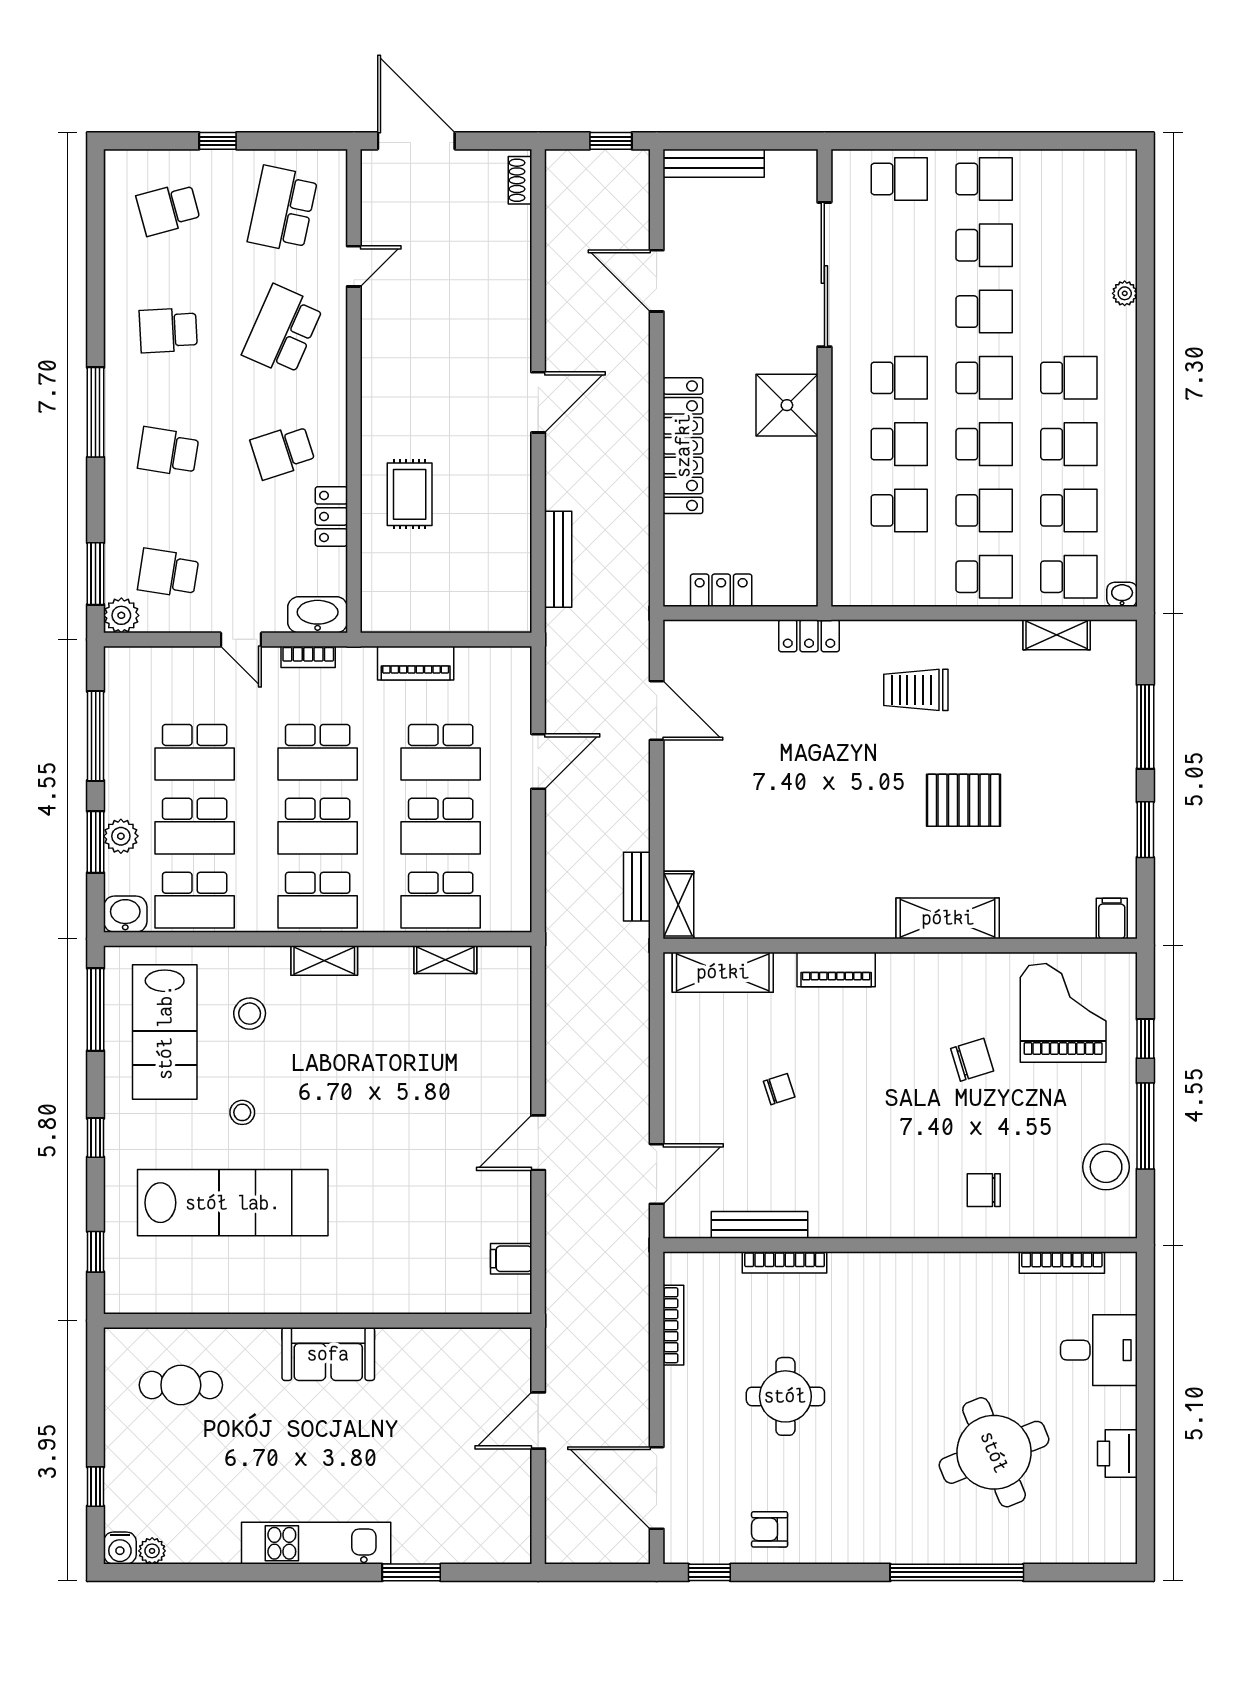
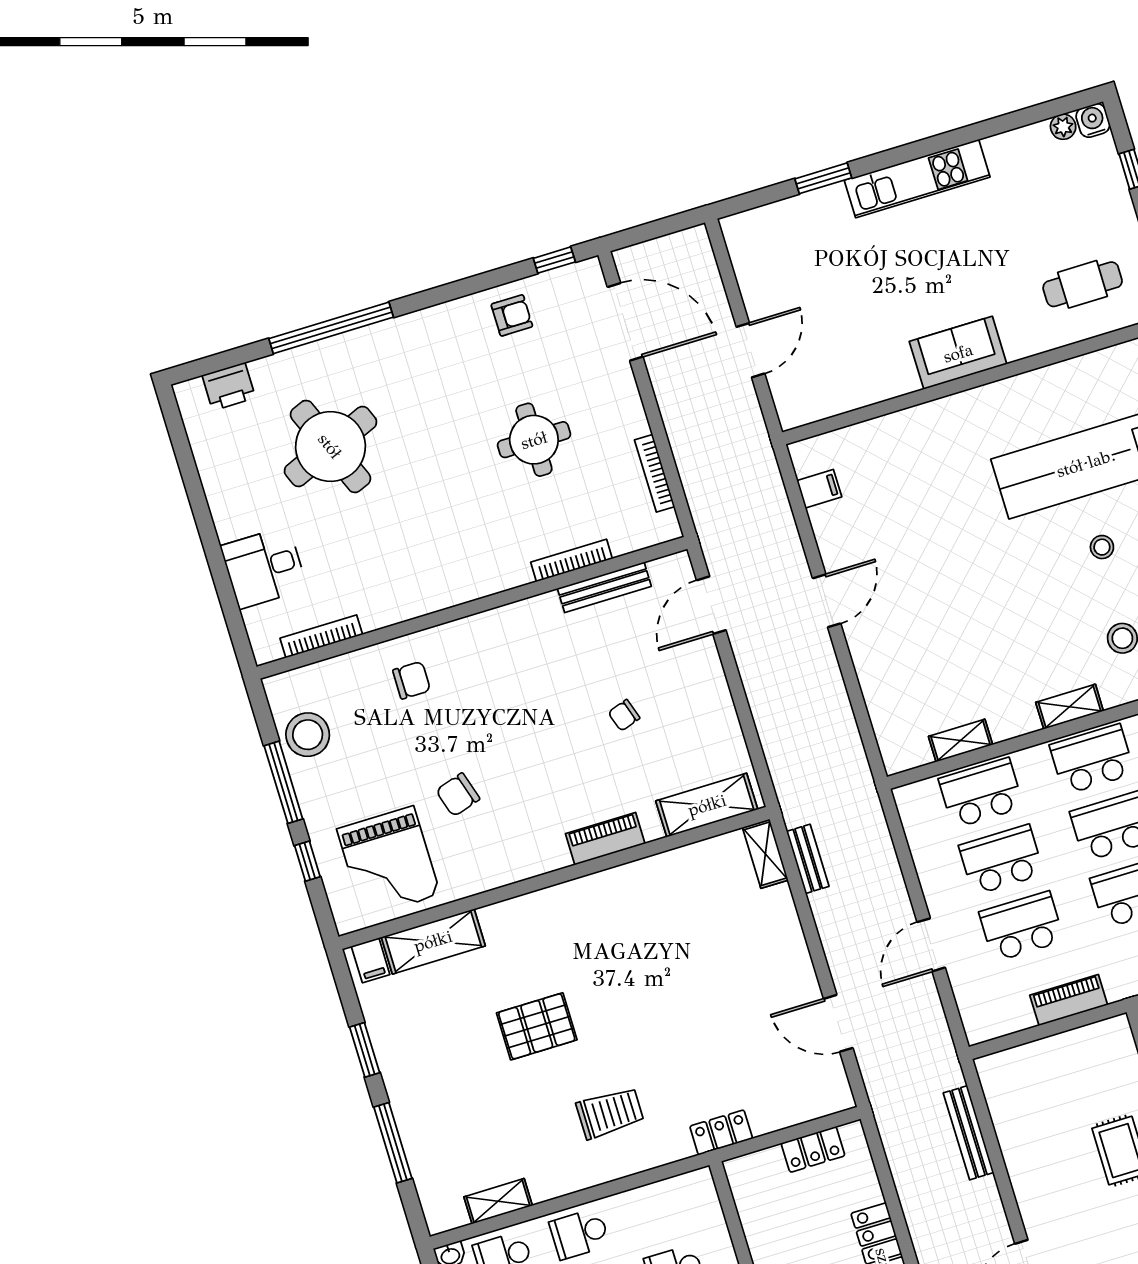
shelving: (948, 918) -> (433, 941), moved
printer: (1117, 1454) -> (229, 387), moved, turned 90

